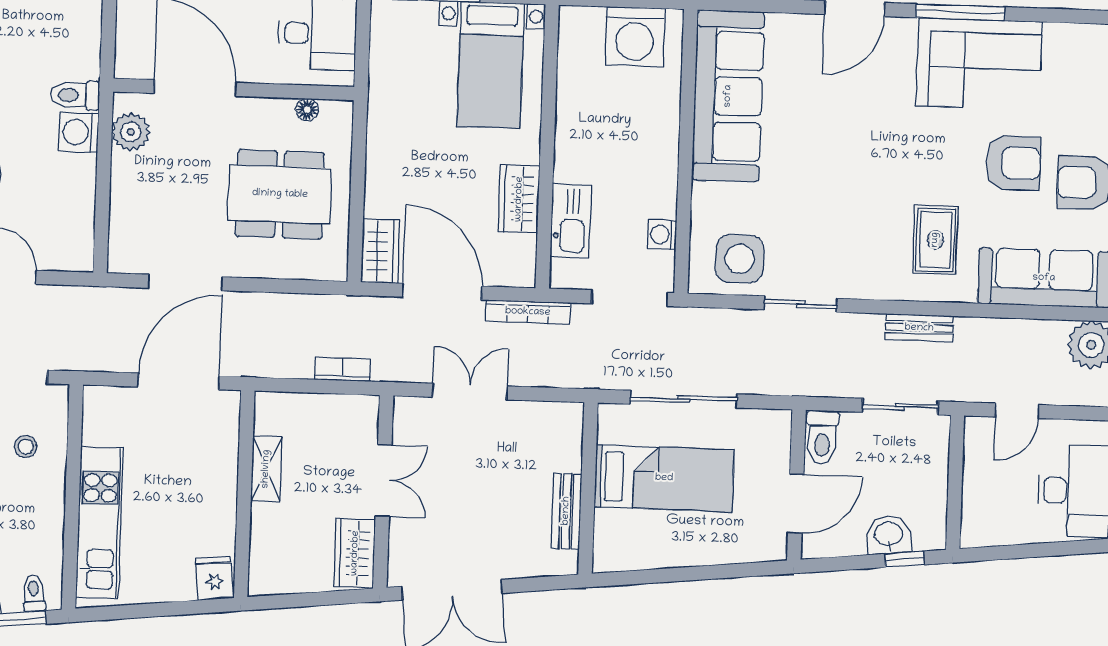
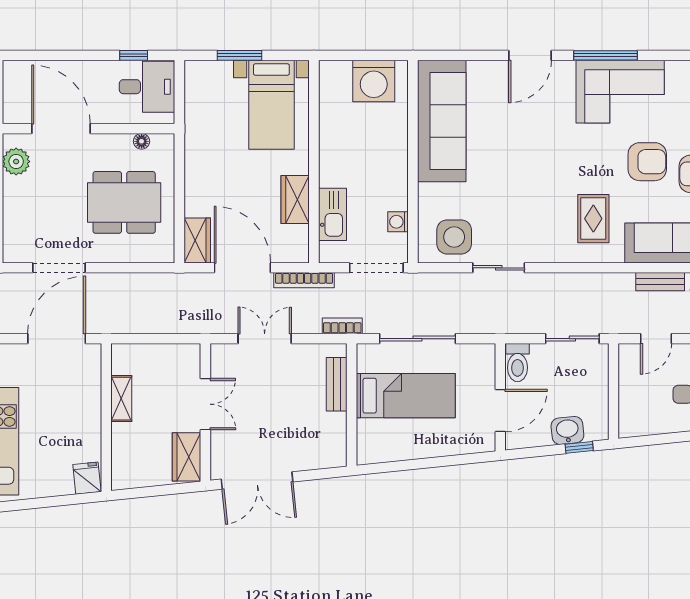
bench: (919, 328) -> (660, 282), moved
bookcase: (343, 369) -> (342, 326), moved
bench: (566, 511) -> (337, 384), moved

